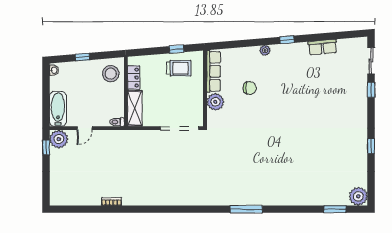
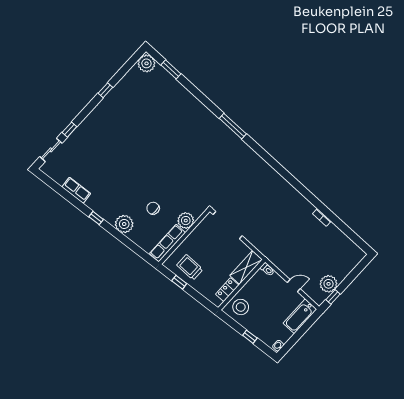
plant: (265, 50) -> (124, 224), width x1.87, depth x1.87
plant: (59, 139) -> (329, 284), moved

